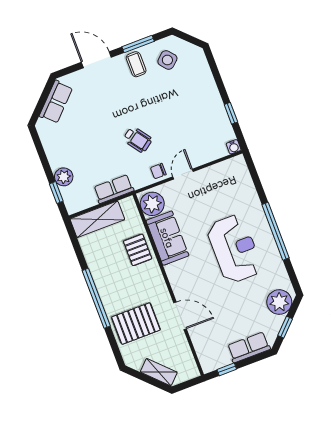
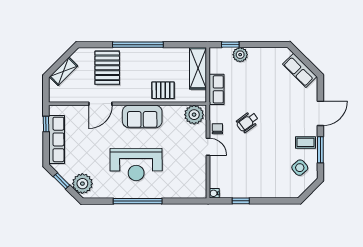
sofa: (167, 238) -> (142, 116), moved
row of seats: (249, 347) -> (57, 139), width x1.48

